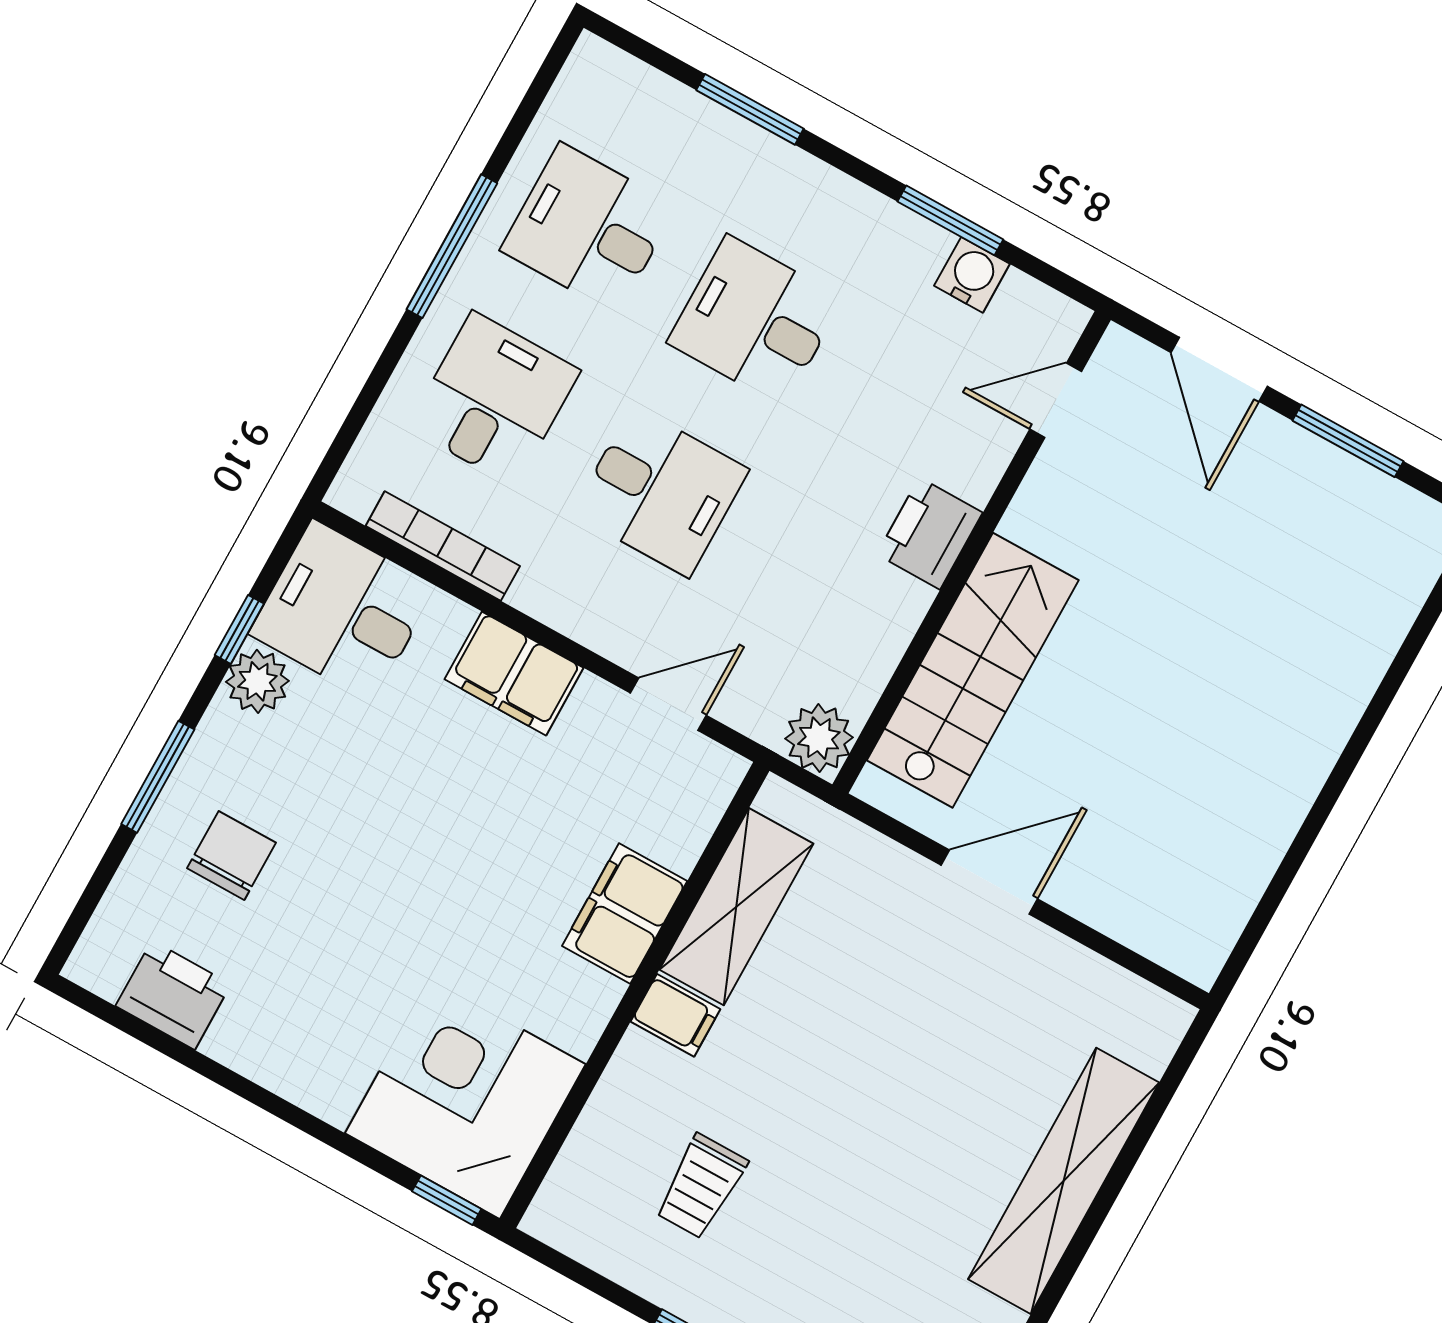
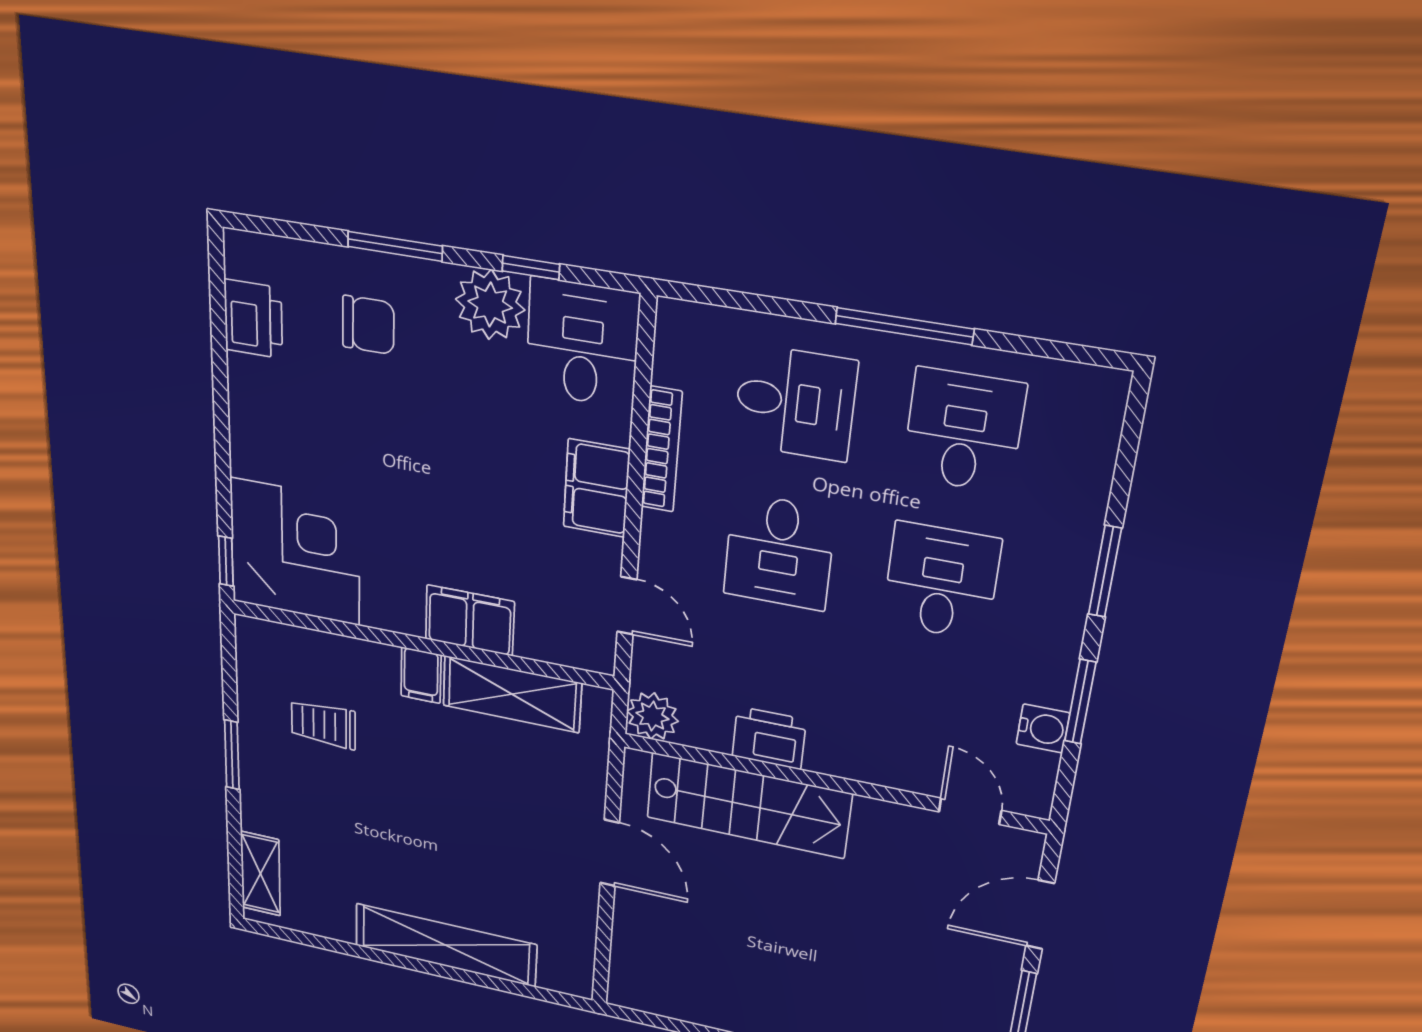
window: (750, 109) -> (1105, 571), moved
printer: (930, 533) -> (769, 738), moved
bookcase: (443, 546) -> (662, 450), moved
plant: (257, 681) -> (490, 305), width x1.36, depth x1.36

